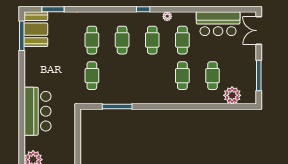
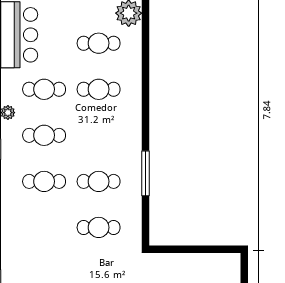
cafe table: (92, 40) -> (99, 181), moved
window: (117, 106) -> (146, 173), moved

